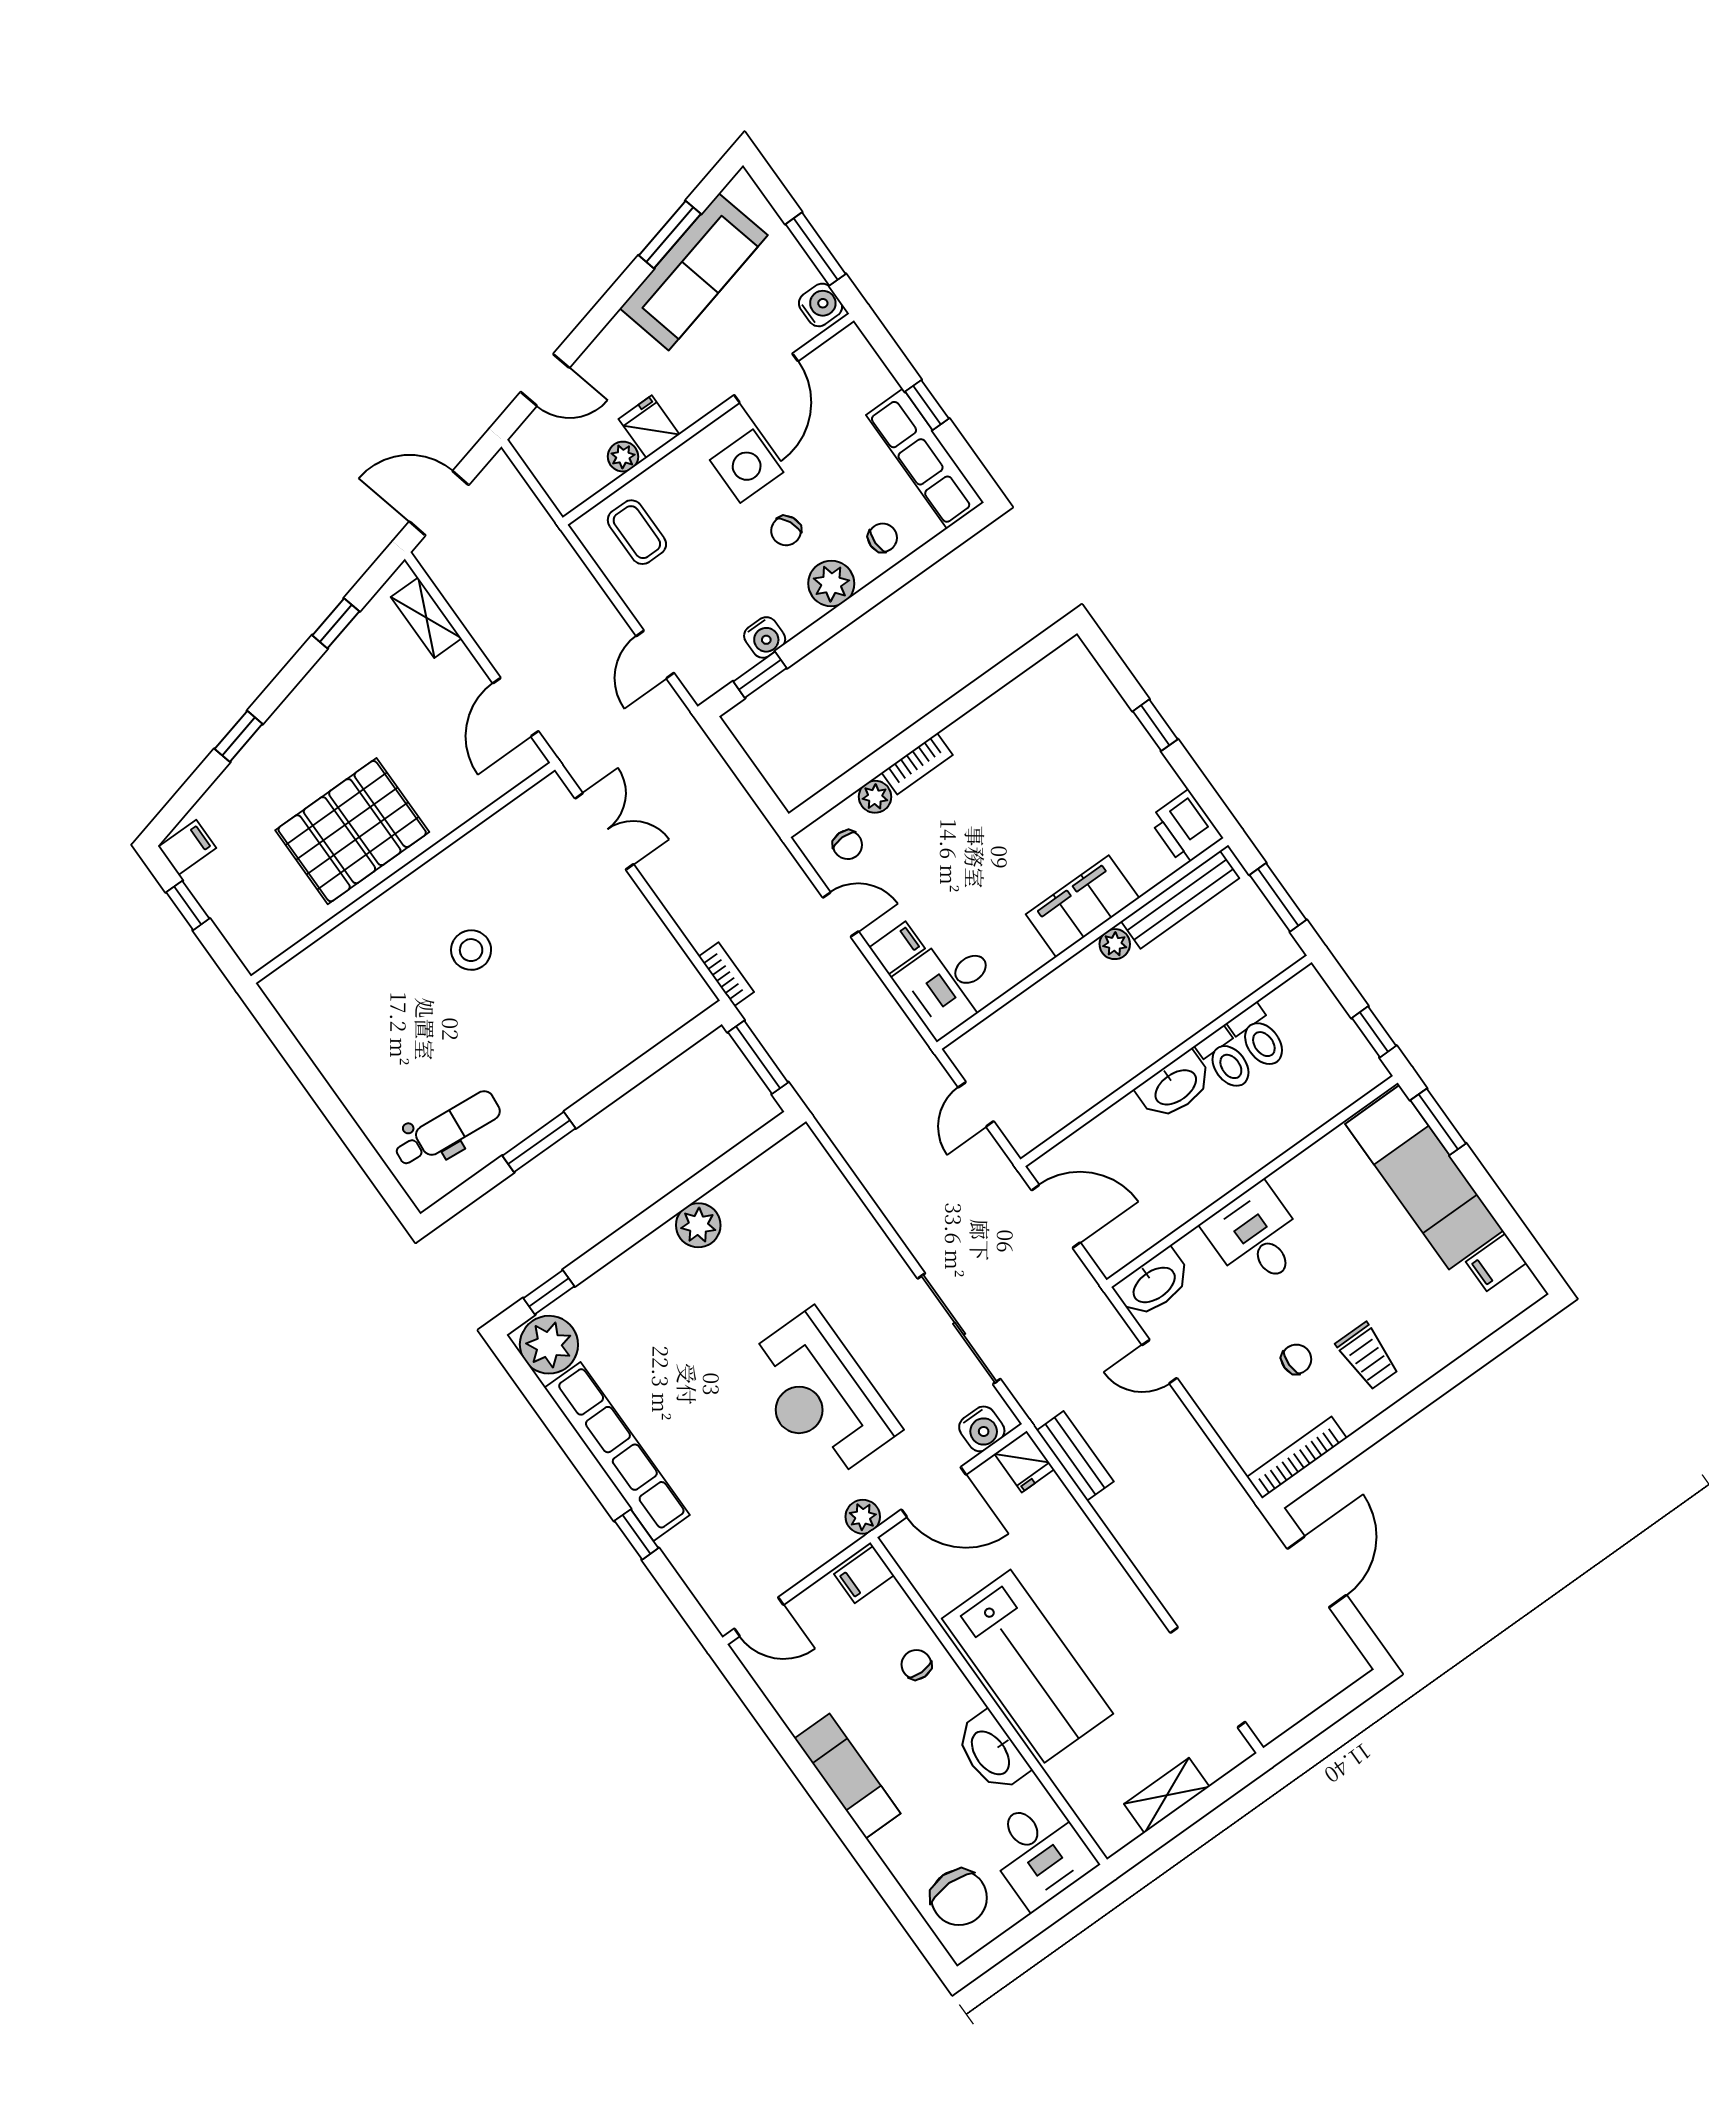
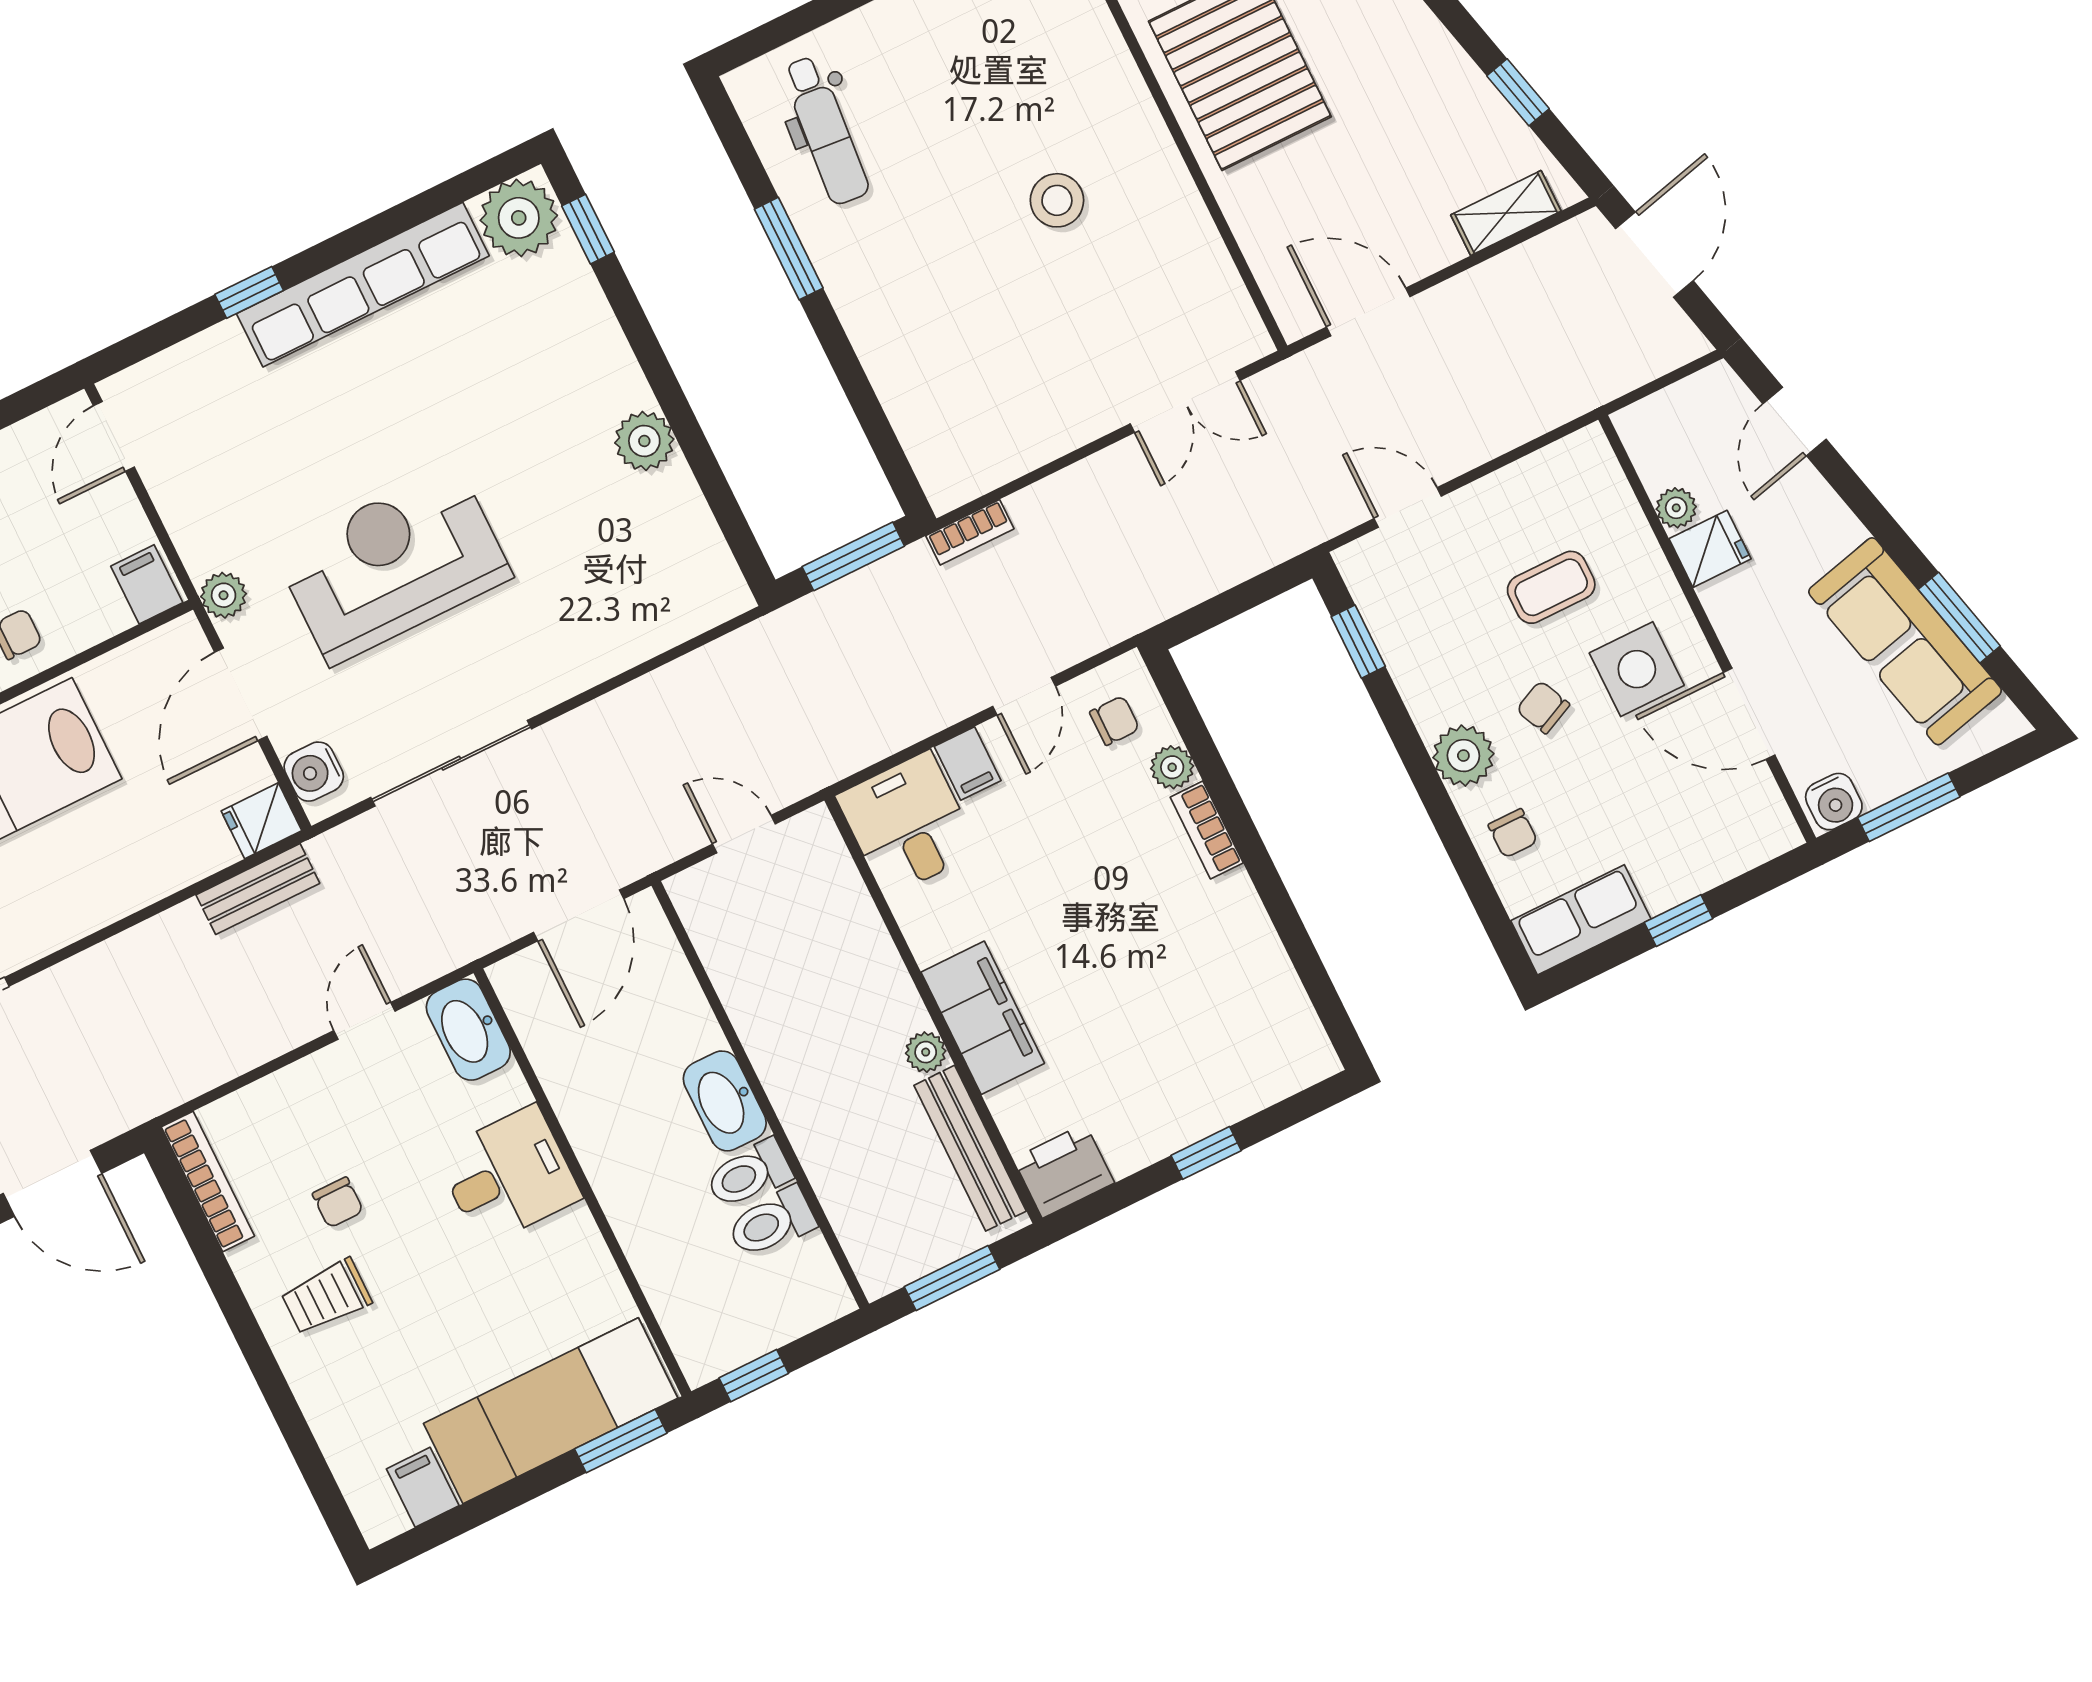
row of seats: (925, 459) -> (1581, 920), width x0.68
coffee table: (637, 532) -> (1551, 587), moved
water cooler: (765, 637) -> (1407, 656), removed
chair: (848, 845) -> (1115, 721), turned 180

